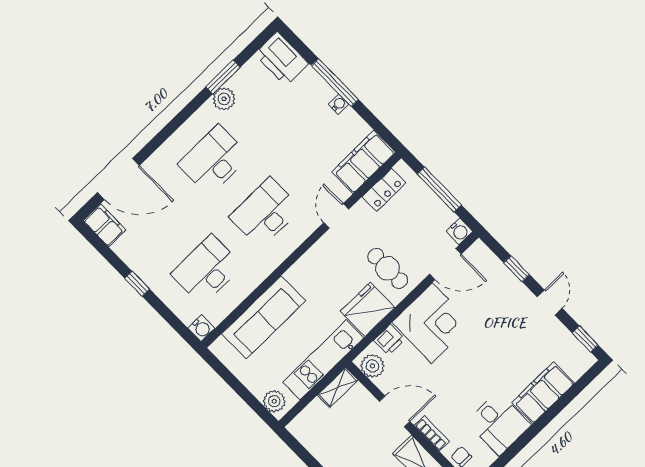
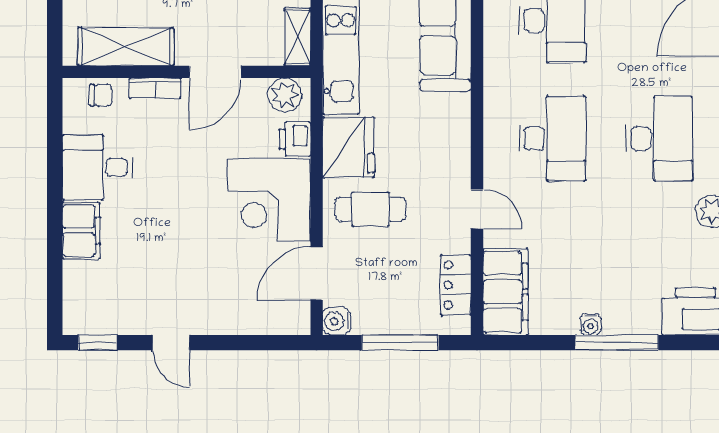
window: (517, 269) -> (240, 343), removed
filing cabinet: (543, 393) -> (81, 231), width x0.67, depth x0.86

